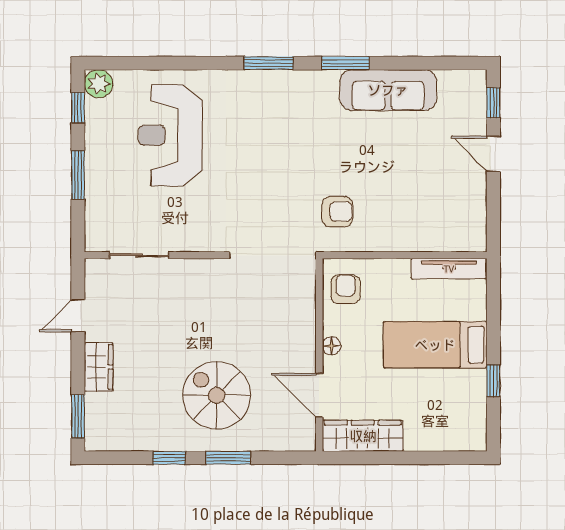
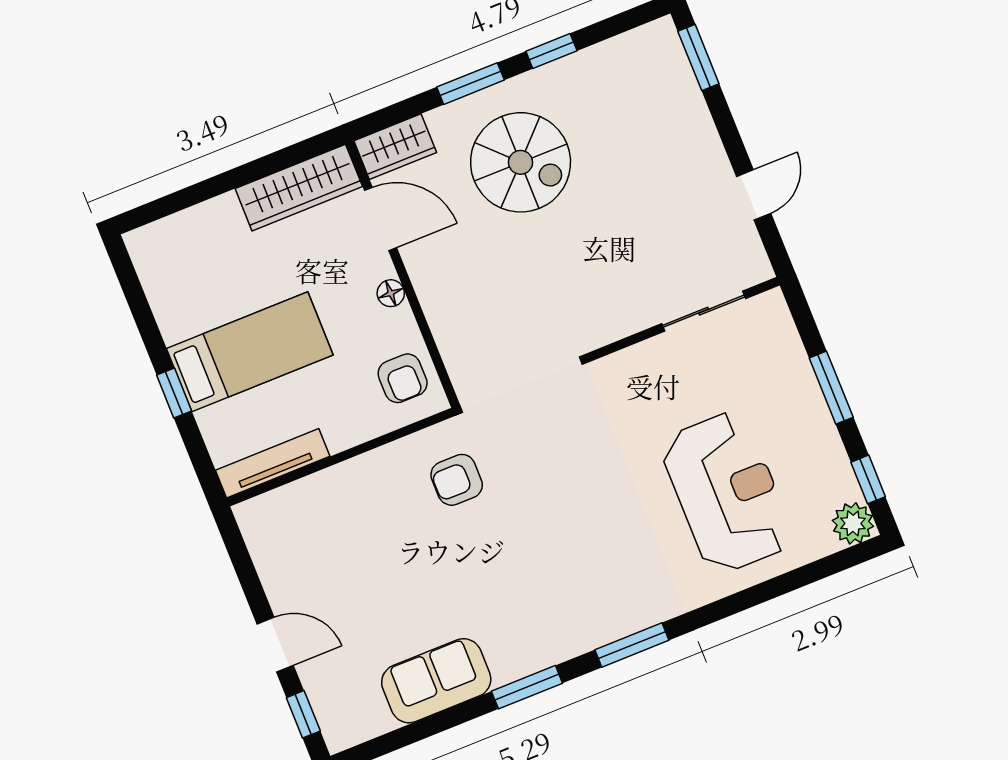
sofa: (388, 90) -> (436, 681), width x0.73
wardrobe: (99, 367) -> (395, 147), moved, turned -90
window: (493, 381) -> (174, 393), moved

